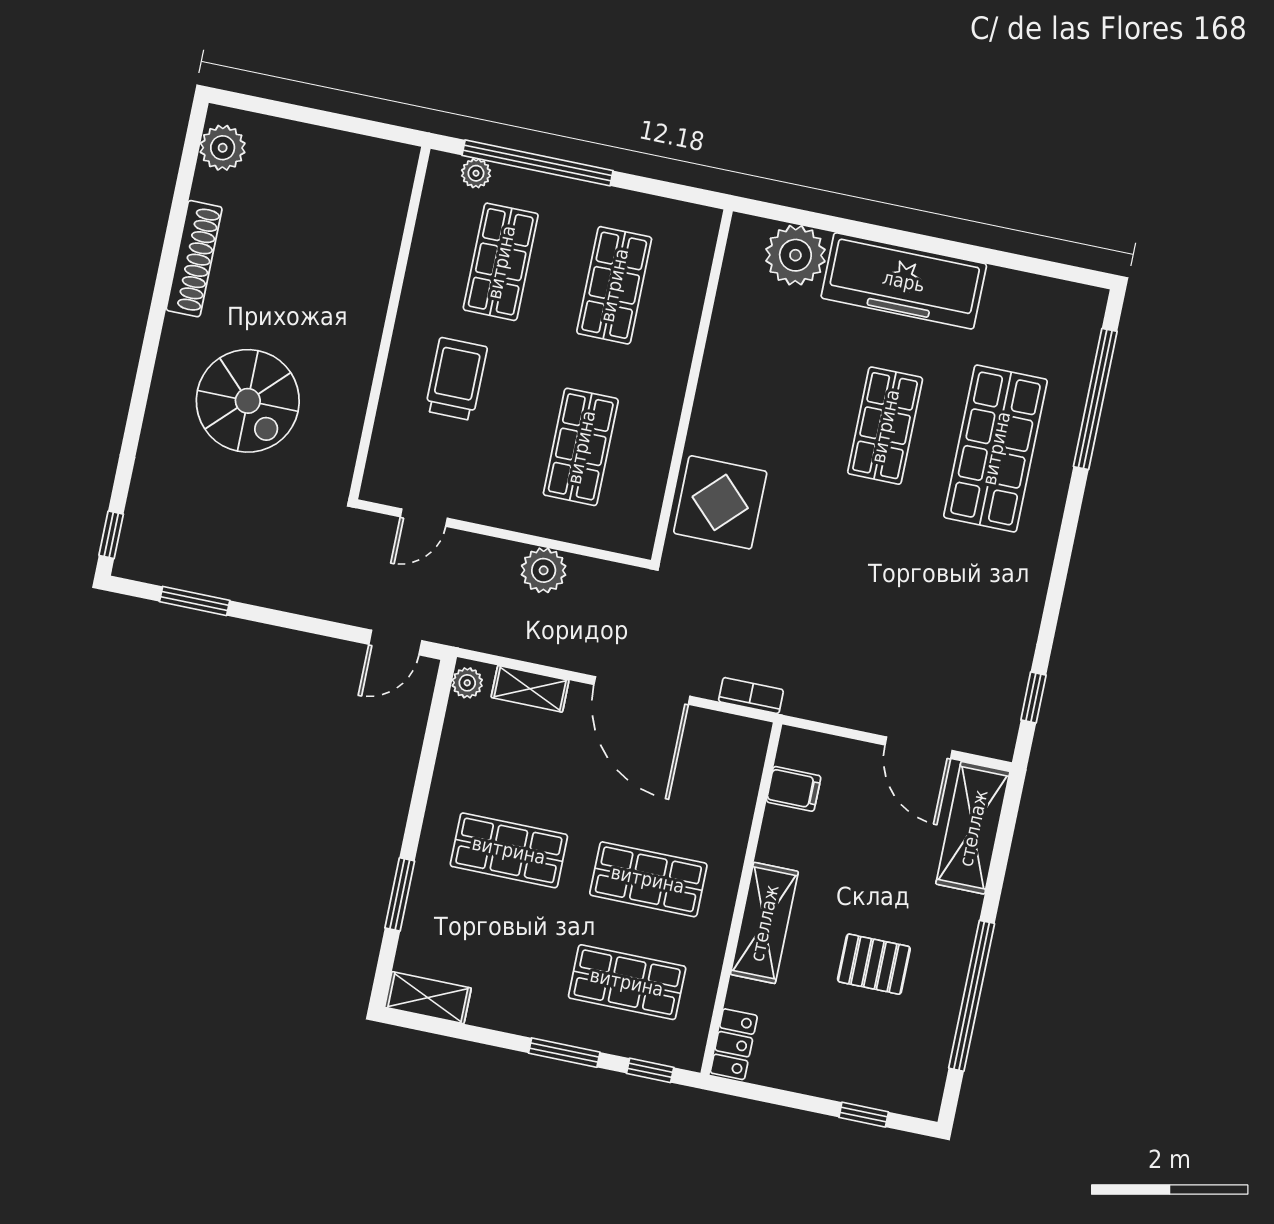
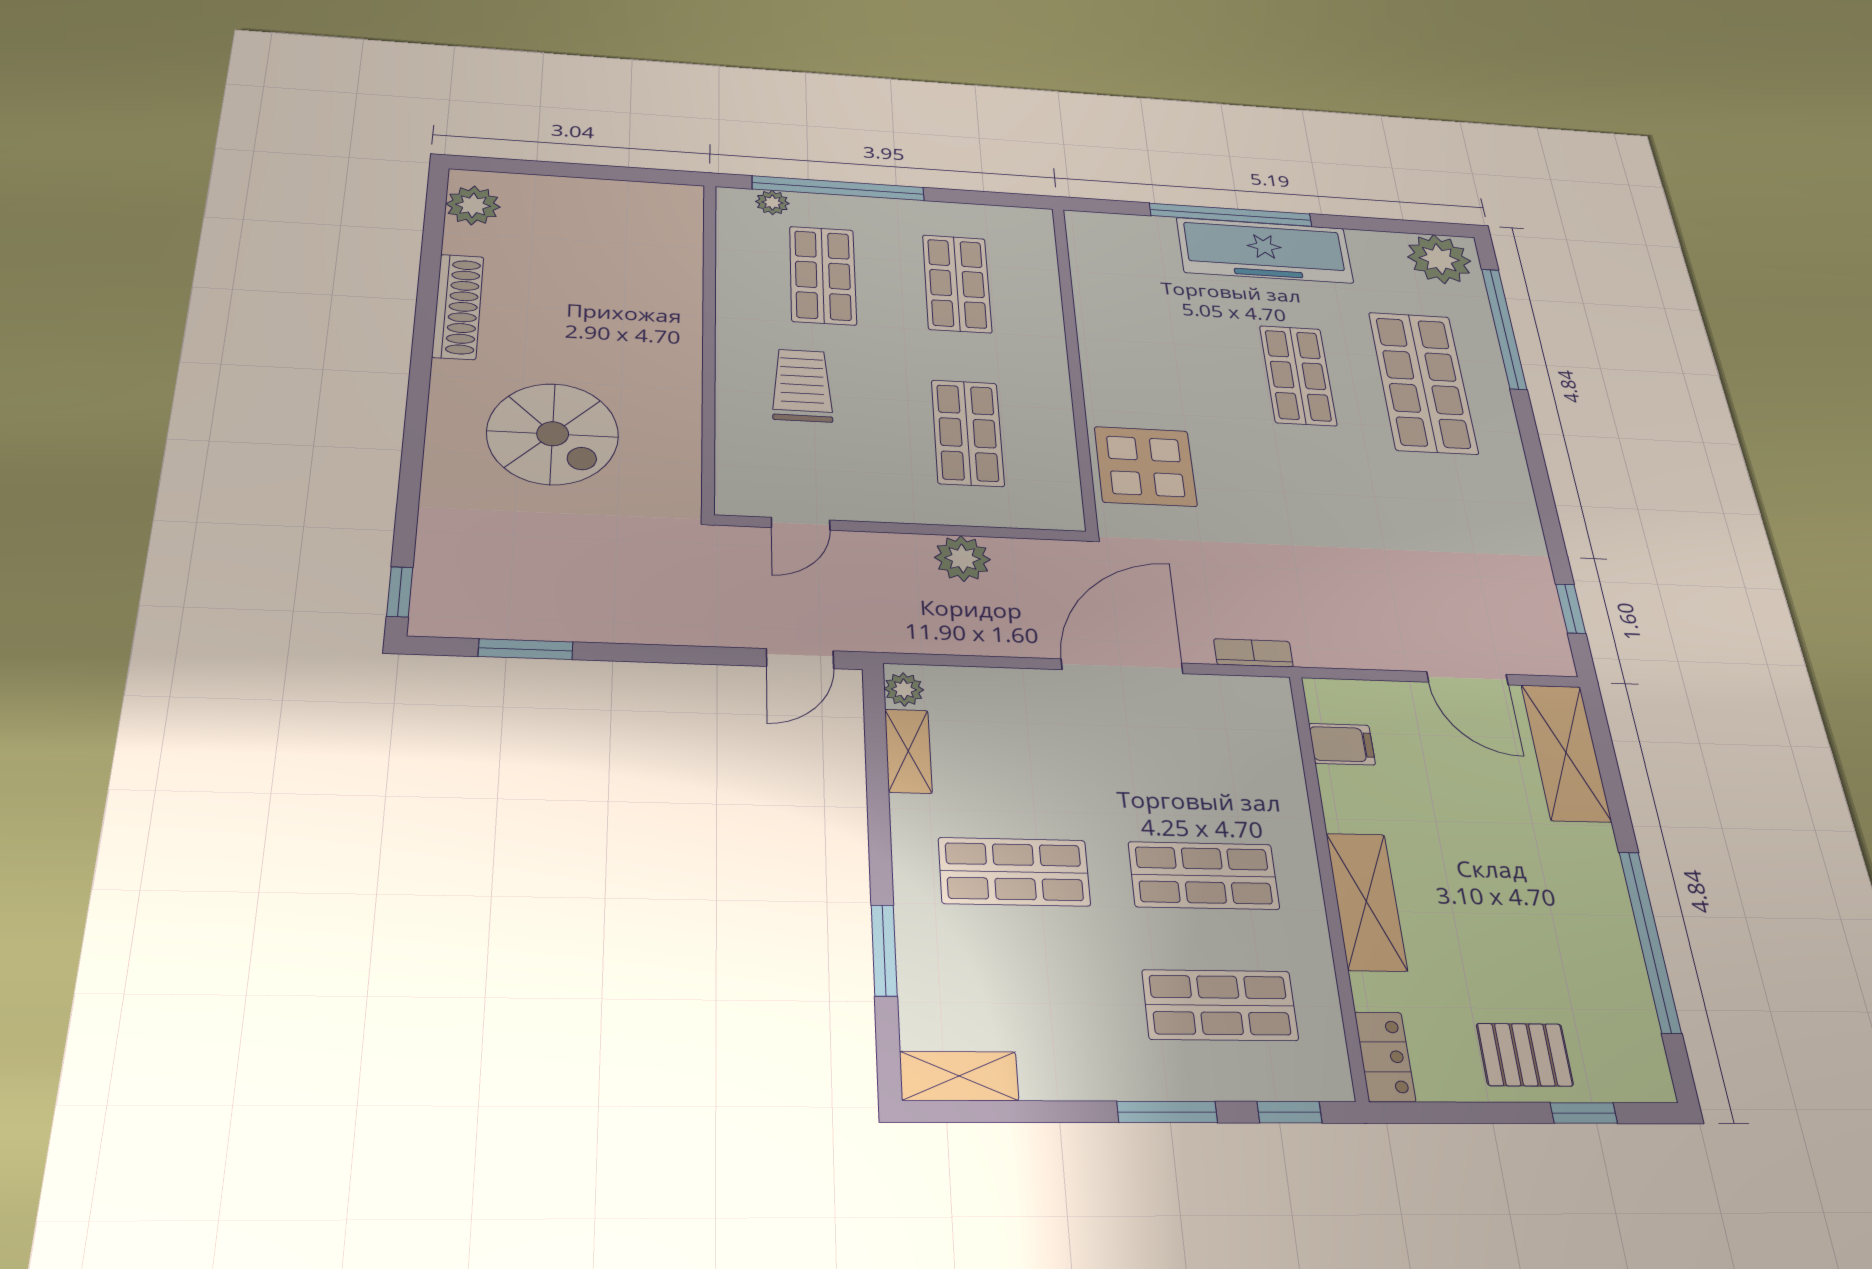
window: (886, 235) -> (1231, 215), added
plant: (795, 255) -> (1439, 259), moved
shelving: (530, 689) -> (908, 751), moved, turned 90
door: (642, 690) -> (1122, 666), swing flipped
pallet: (874, 964) -> (1525, 1055), moved

